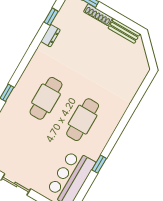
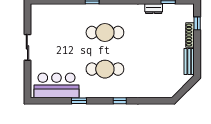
window: (123, 123) -> (120, 101), added

